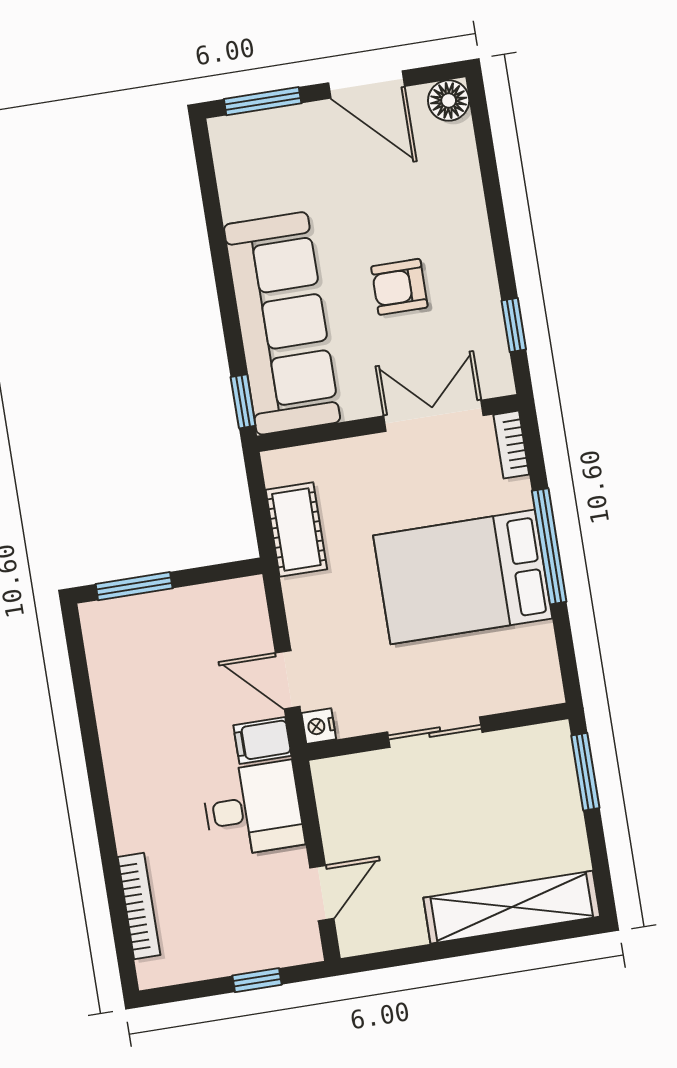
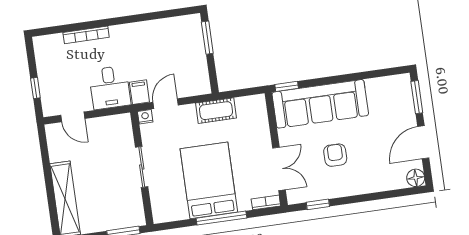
cot: (296, 530) -> (216, 111), moved
bookcase: (139, 906) -> (86, 35), moved

